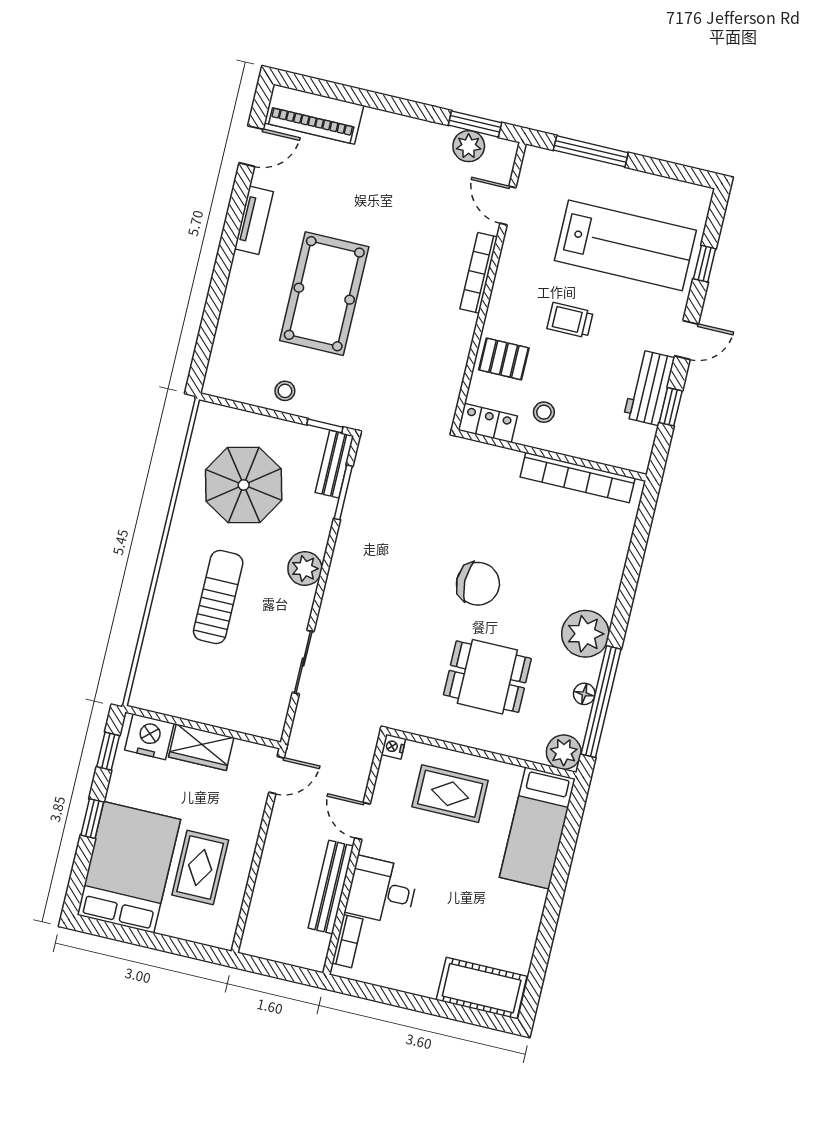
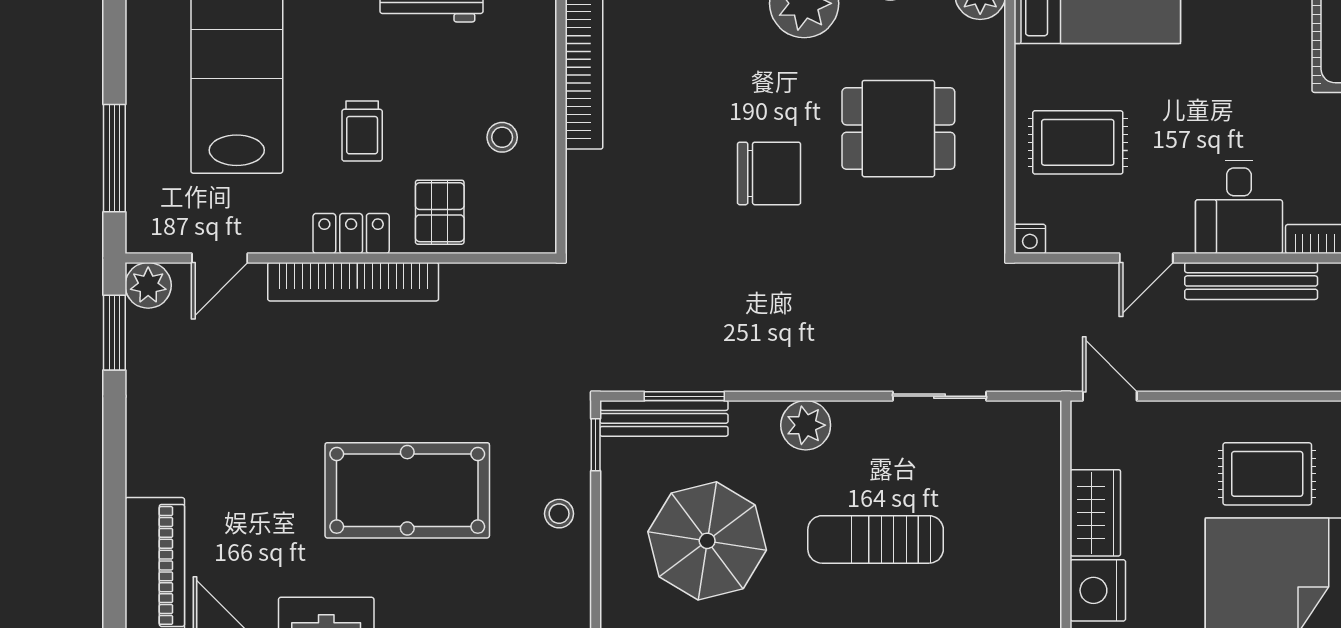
plant: (469, 146) -> (148, 285), moved
bookcase: (479, 273) -> (353, 282), width x1.48, depth x1.31
locker: (488, 423) -> (351, 233), moved, turned 90
bench: (334, 464) -> (664, 418), width x1.36
chair: (478, 584) -> (769, 173), turned 90
dining table: (487, 677) -> (898, 129), turned 90
rug: (450, 794) -> (1078, 142), turned 90

